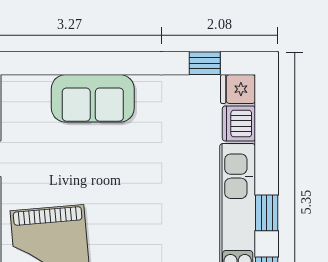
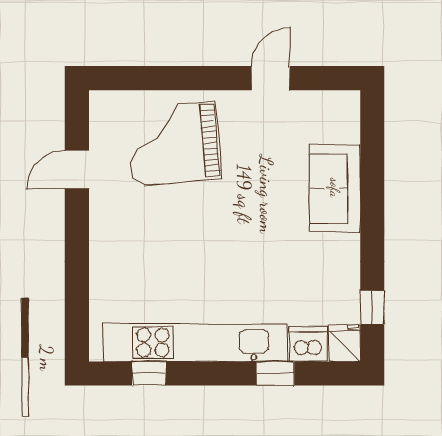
window: (267, 213) -> (275, 373), moved

